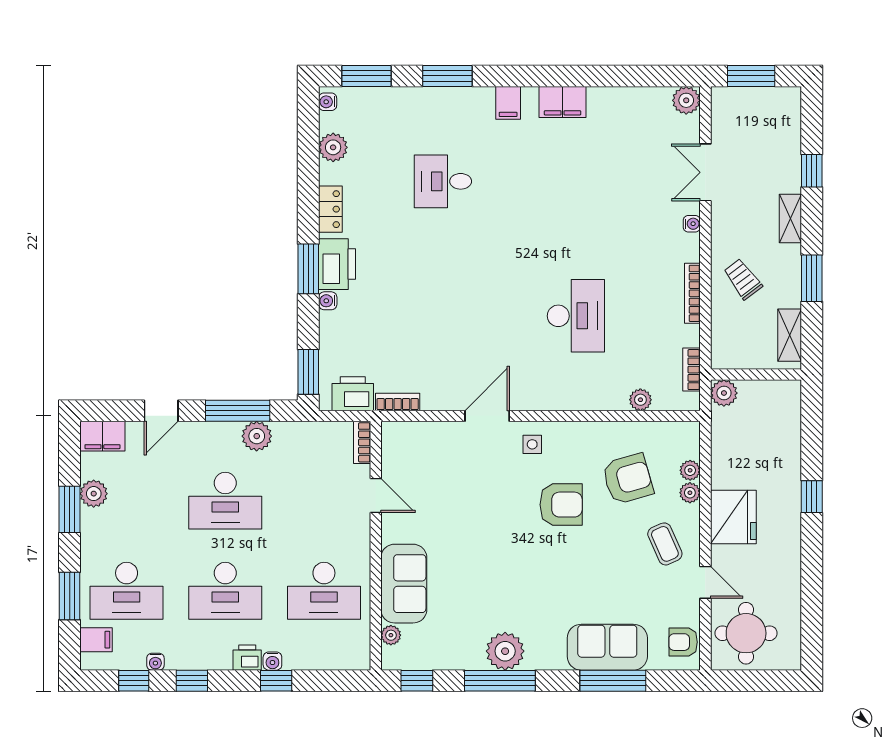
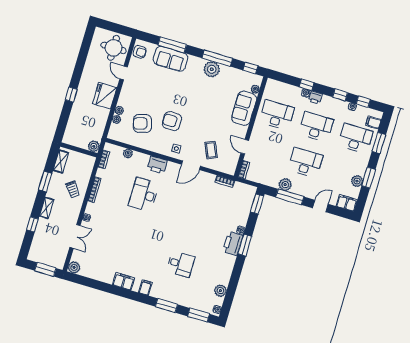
locker: (330, 209) -> (229, 266), removed
printer: (353, 394) -> (157, 165), moved
coffee table: (665, 544) -> (211, 150), moved

